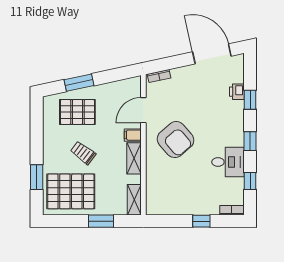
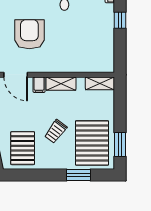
pallet: (77, 112) -> (23, 148), moved
armchair: (176, 140) -> (29, 34), moved, turned -49
window: (101, 221) -> (120, 145), moved

